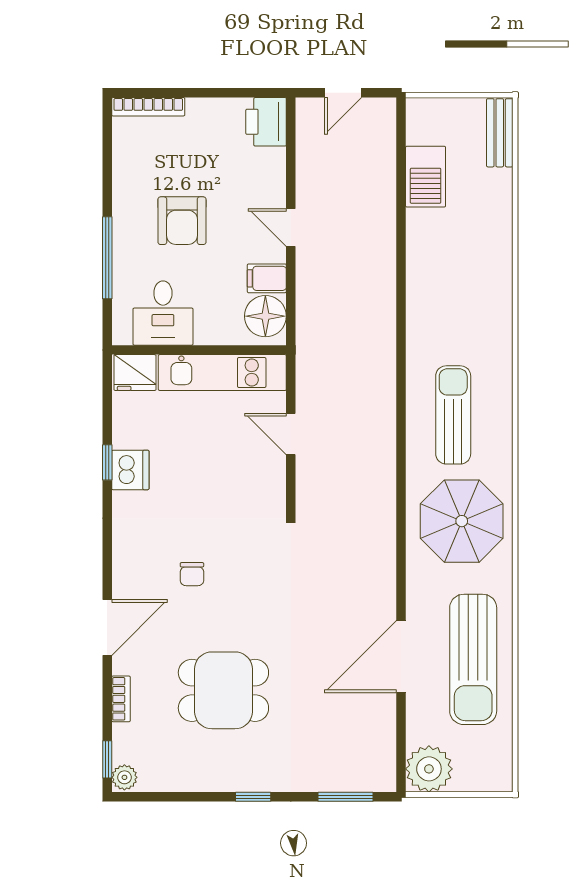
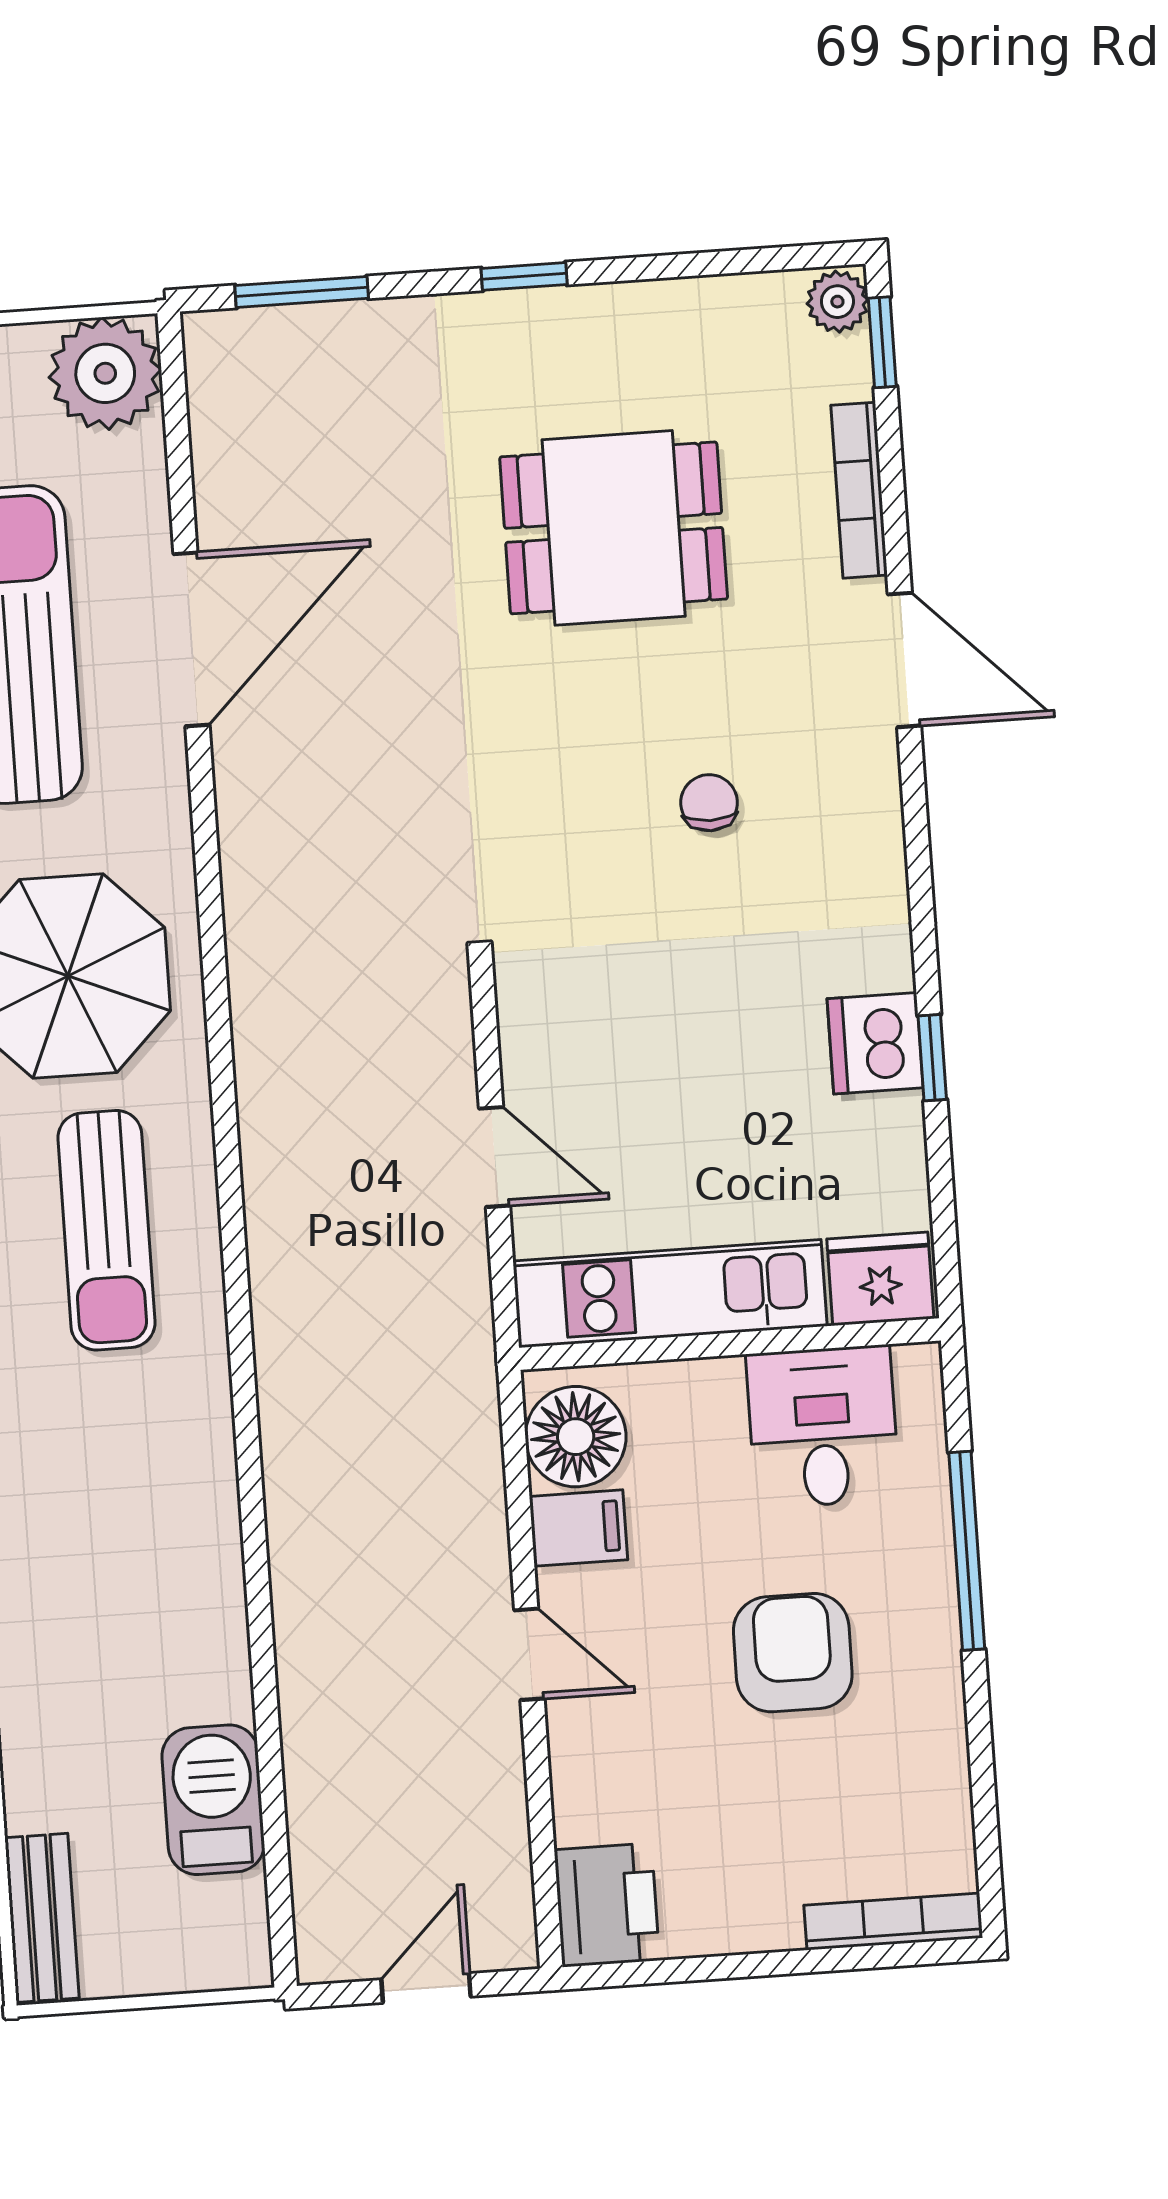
door: (107, 627) -> (904, 660), swing flipped
bookcase: (121, 699) -> (859, 490), width x1.56

